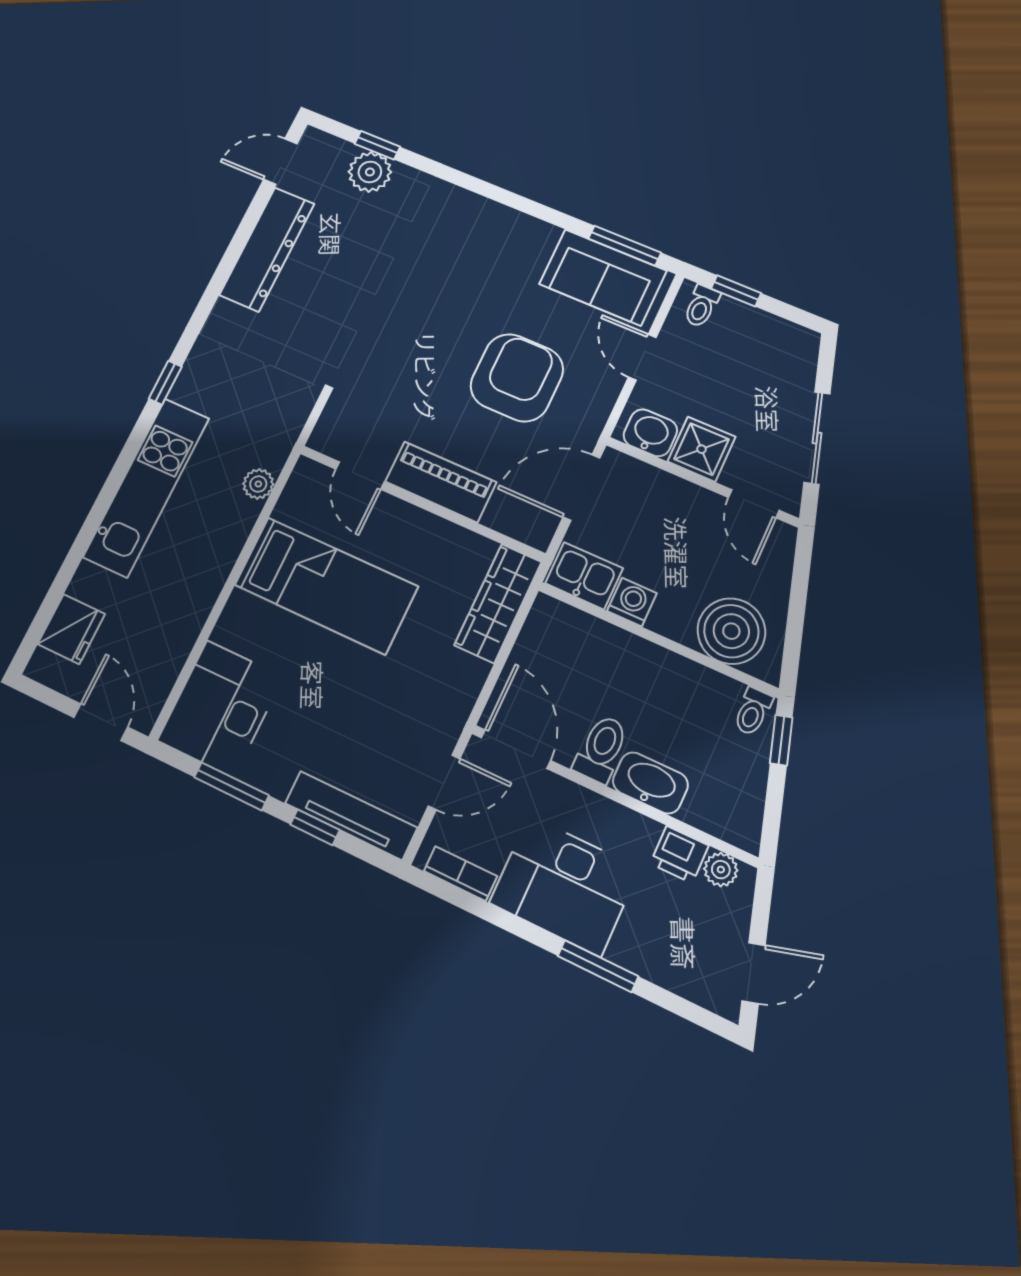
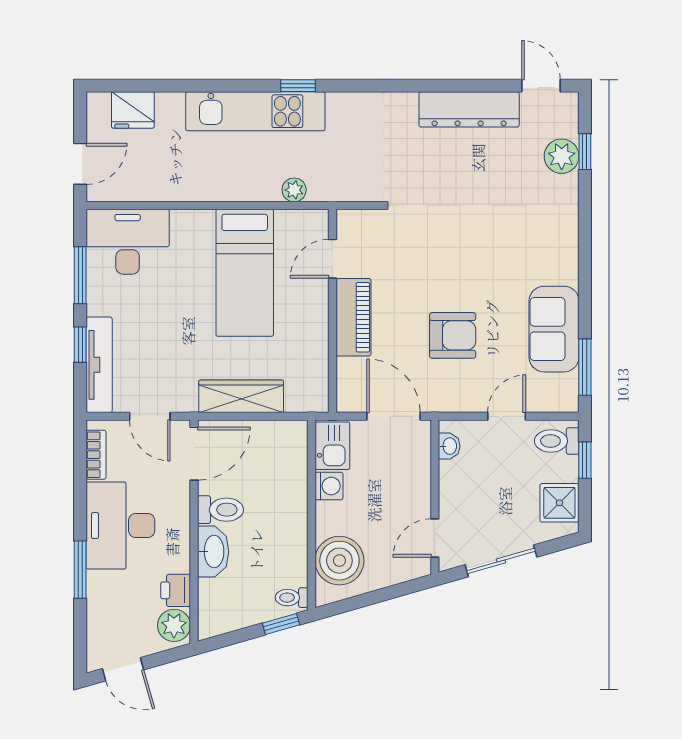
sofa: (603, 277) -> (554, 329), moved
toilet: (701, 306) -> (557, 441), width x1.37, depth x1.39
armchair: (517, 378) -> (453, 335), width x0.73, depth x0.73
window: (165, 383) -> (298, 86), moved
washbasin: (650, 433) -> (449, 446), width x0.72, depth x0.69
shower: (701, 449) -> (559, 503), moved
wardrobe: (498, 603) -> (241, 396), moved
plant: (721, 870) -> (174, 625), width x1.38, depth x1.38

